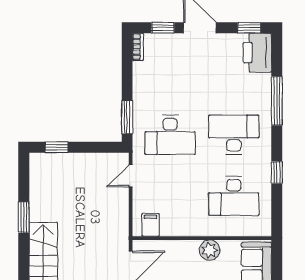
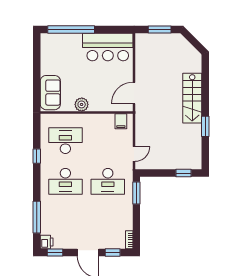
printer: (258, 53) -> (47, 242), width x0.53, depth x0.68
window: (277, 101) -> (37, 217), moved
desk: (170, 135) -> (108, 181), turned 180

